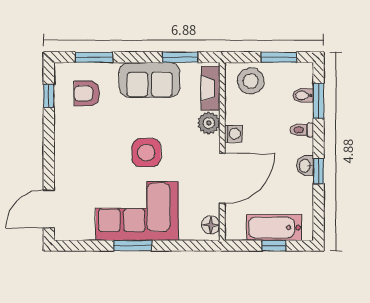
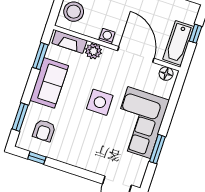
bathtub: (274, 228) -> (178, 43), moved
window: (133, 246) -> (157, 149), moved

